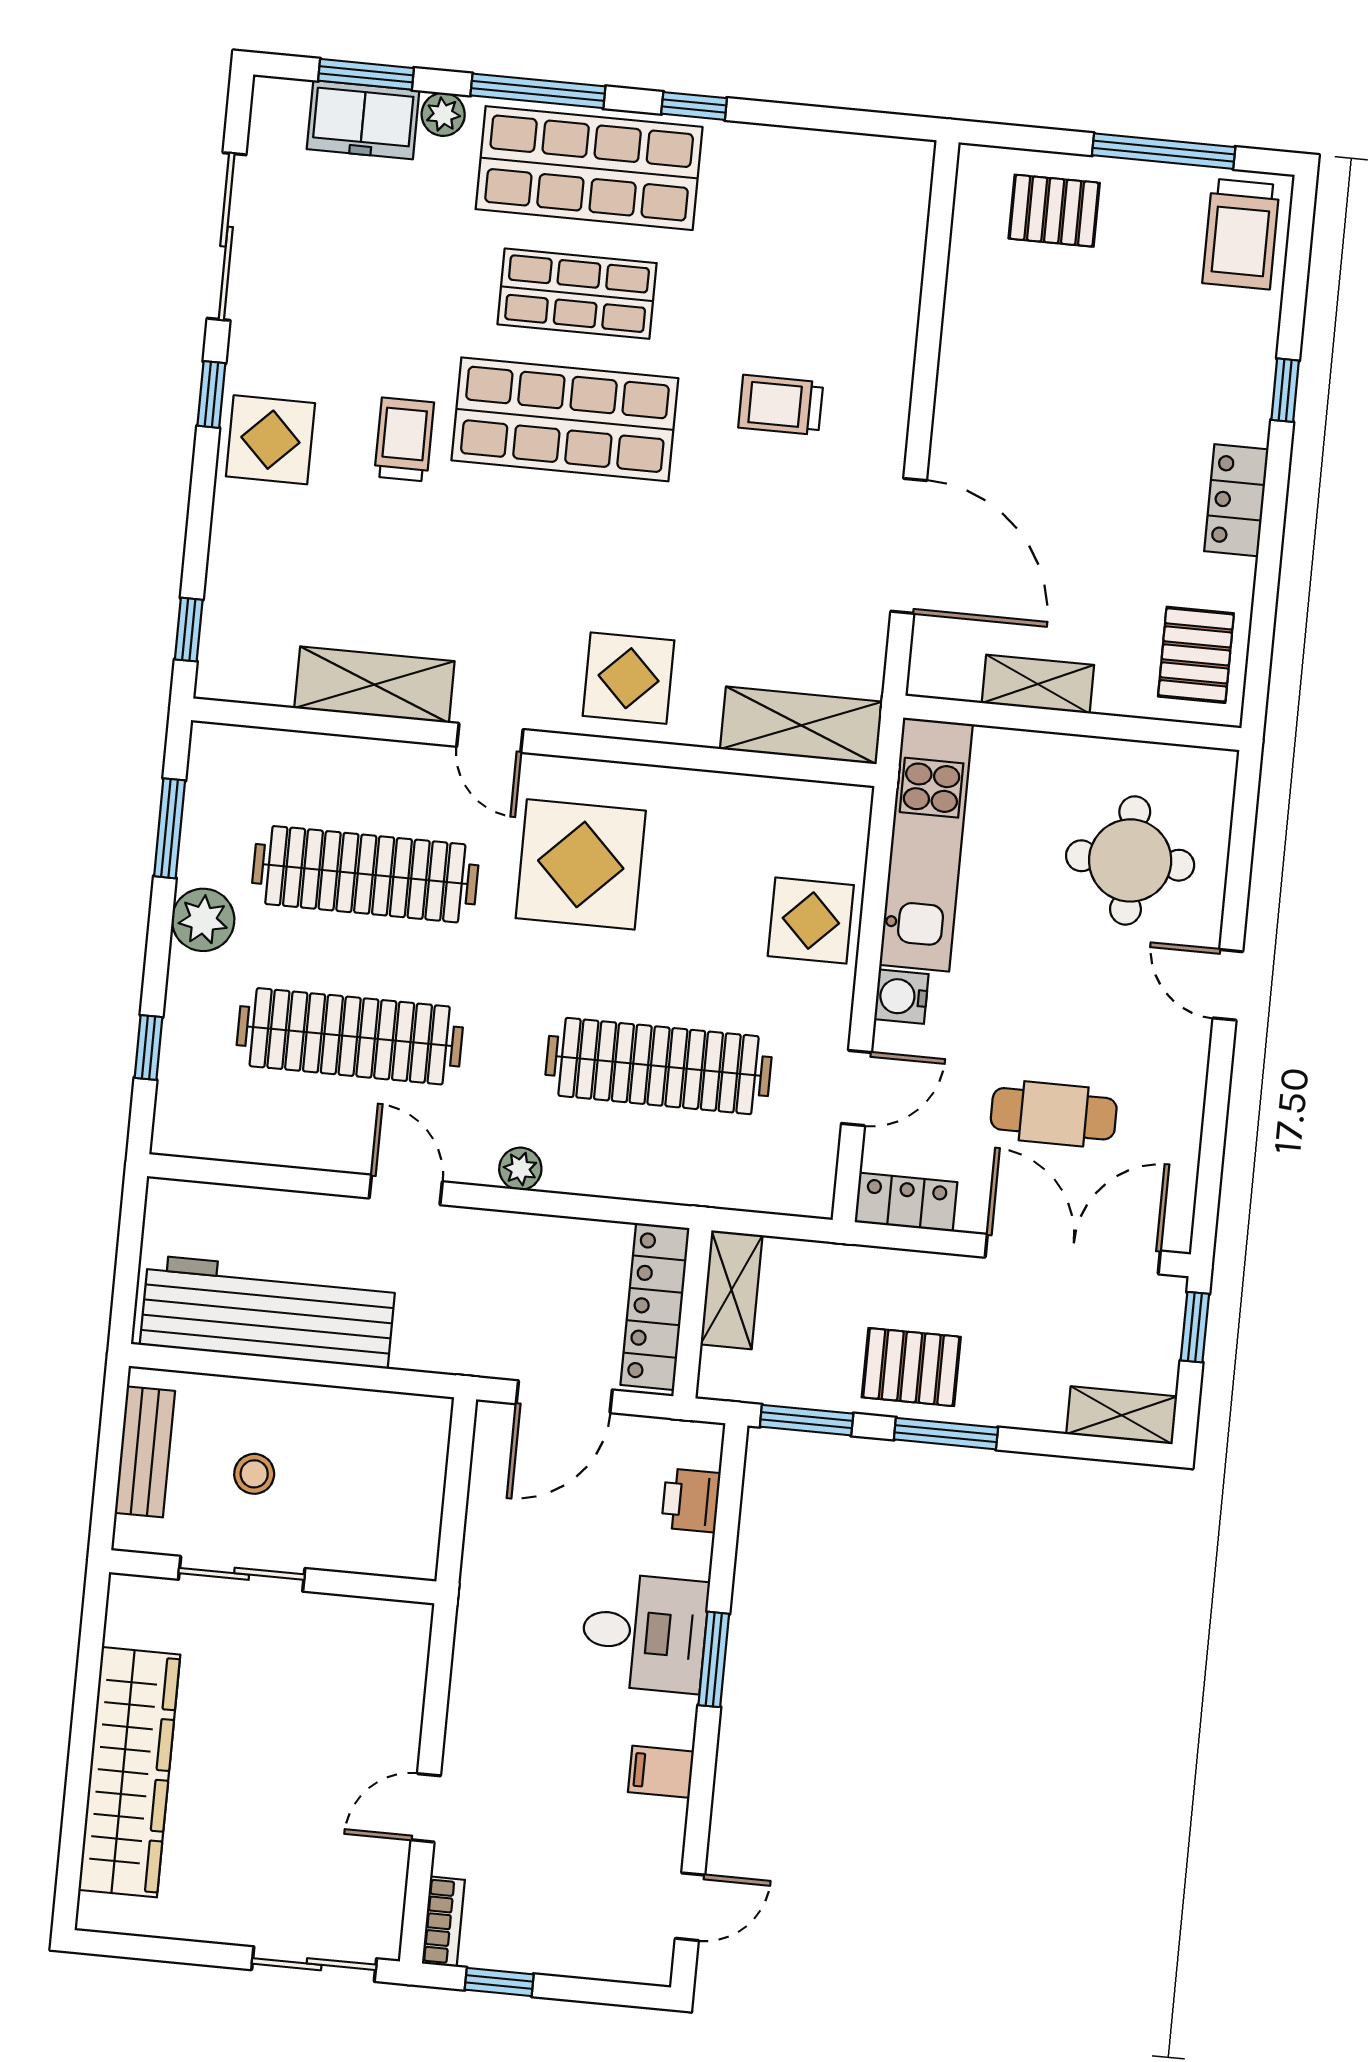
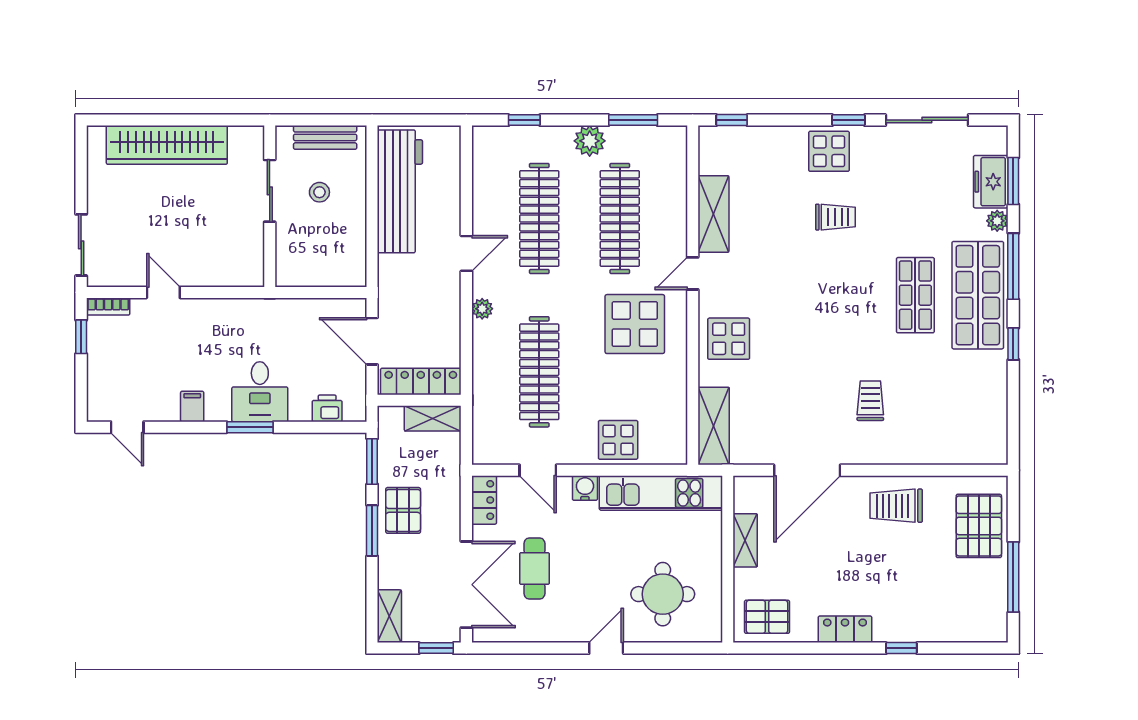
pallet: (1054, 211) -> (979, 526), width x1.50, depth x1.42
trolley: (1241, 234) -> (896, 506), moved
shop shelf: (565, 419) -> (853, 295), removed

